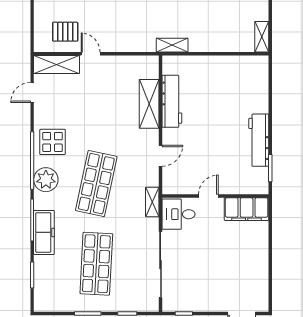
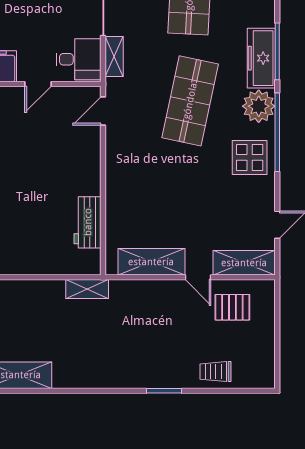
workbench: (172, 101) -> (88, 222), width x0.73
shelving: (149, 104) -> (151, 262), moved, turned 90
door: (161, 156) -> (103, 111), moved
shelving: (152, 202) -> (114, 56), moved
freezer: (44, 232) -> (261, 58), moved

